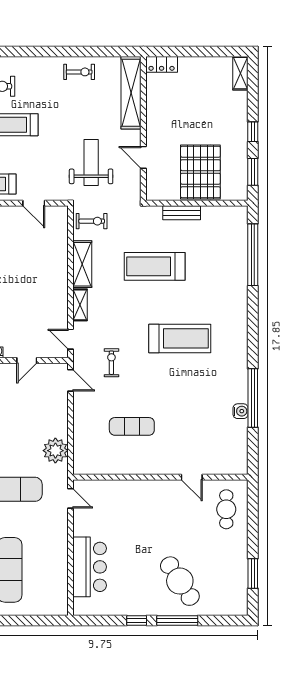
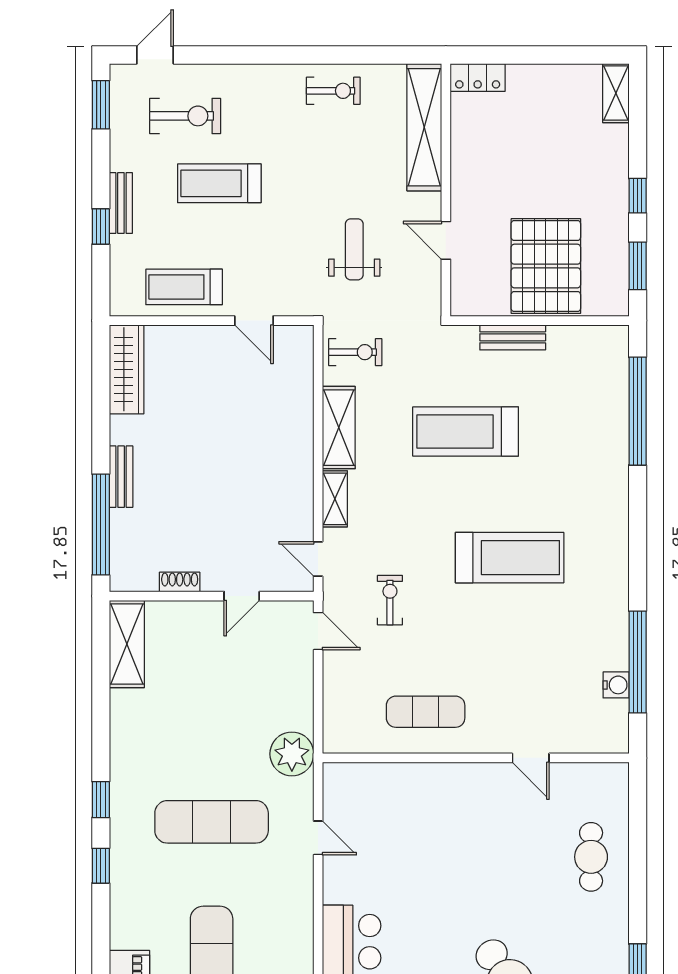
weight bench: (91, 162) -> (354, 249), width x0.73, depth x0.75
wall: (160, 477) -> (476, 758), moved
door: (192, 477) -> (531, 758), moved

